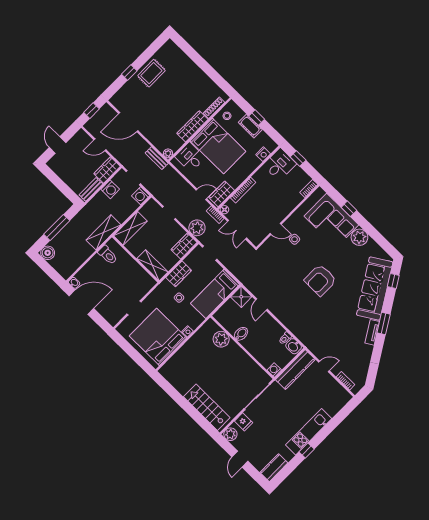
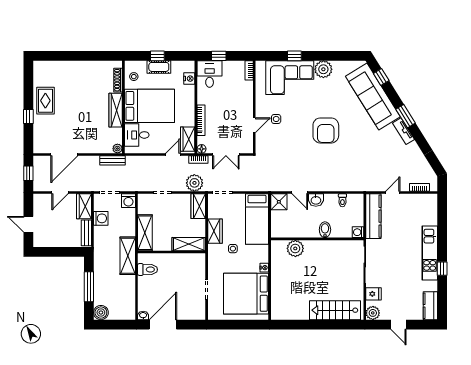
bidet: (241, 334) -> (325, 230), moved
washbasin: (294, 346) -> (316, 200), moved

